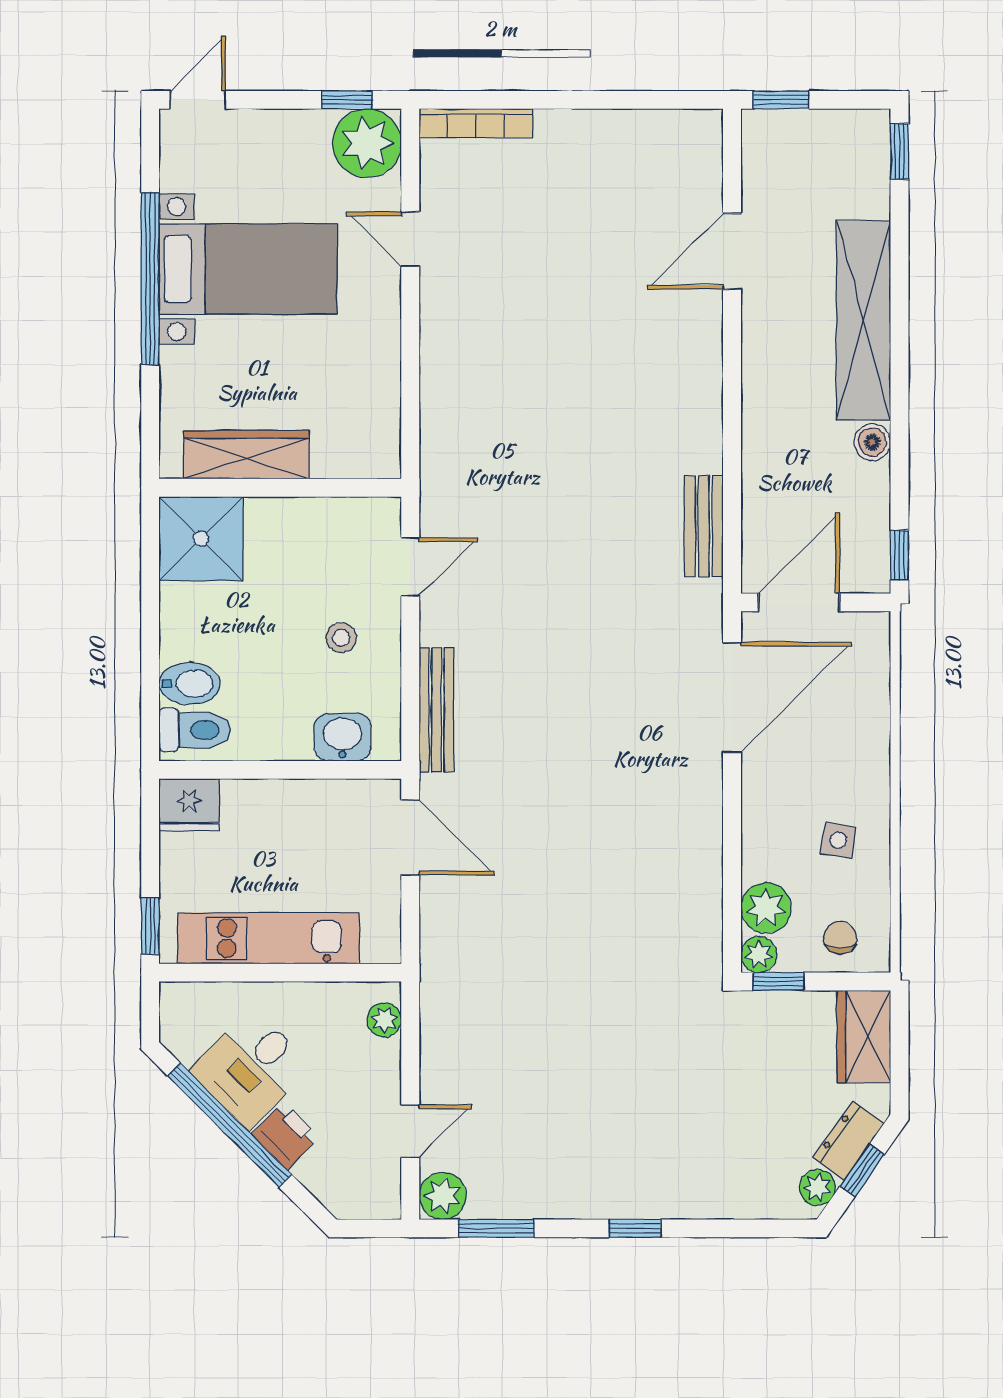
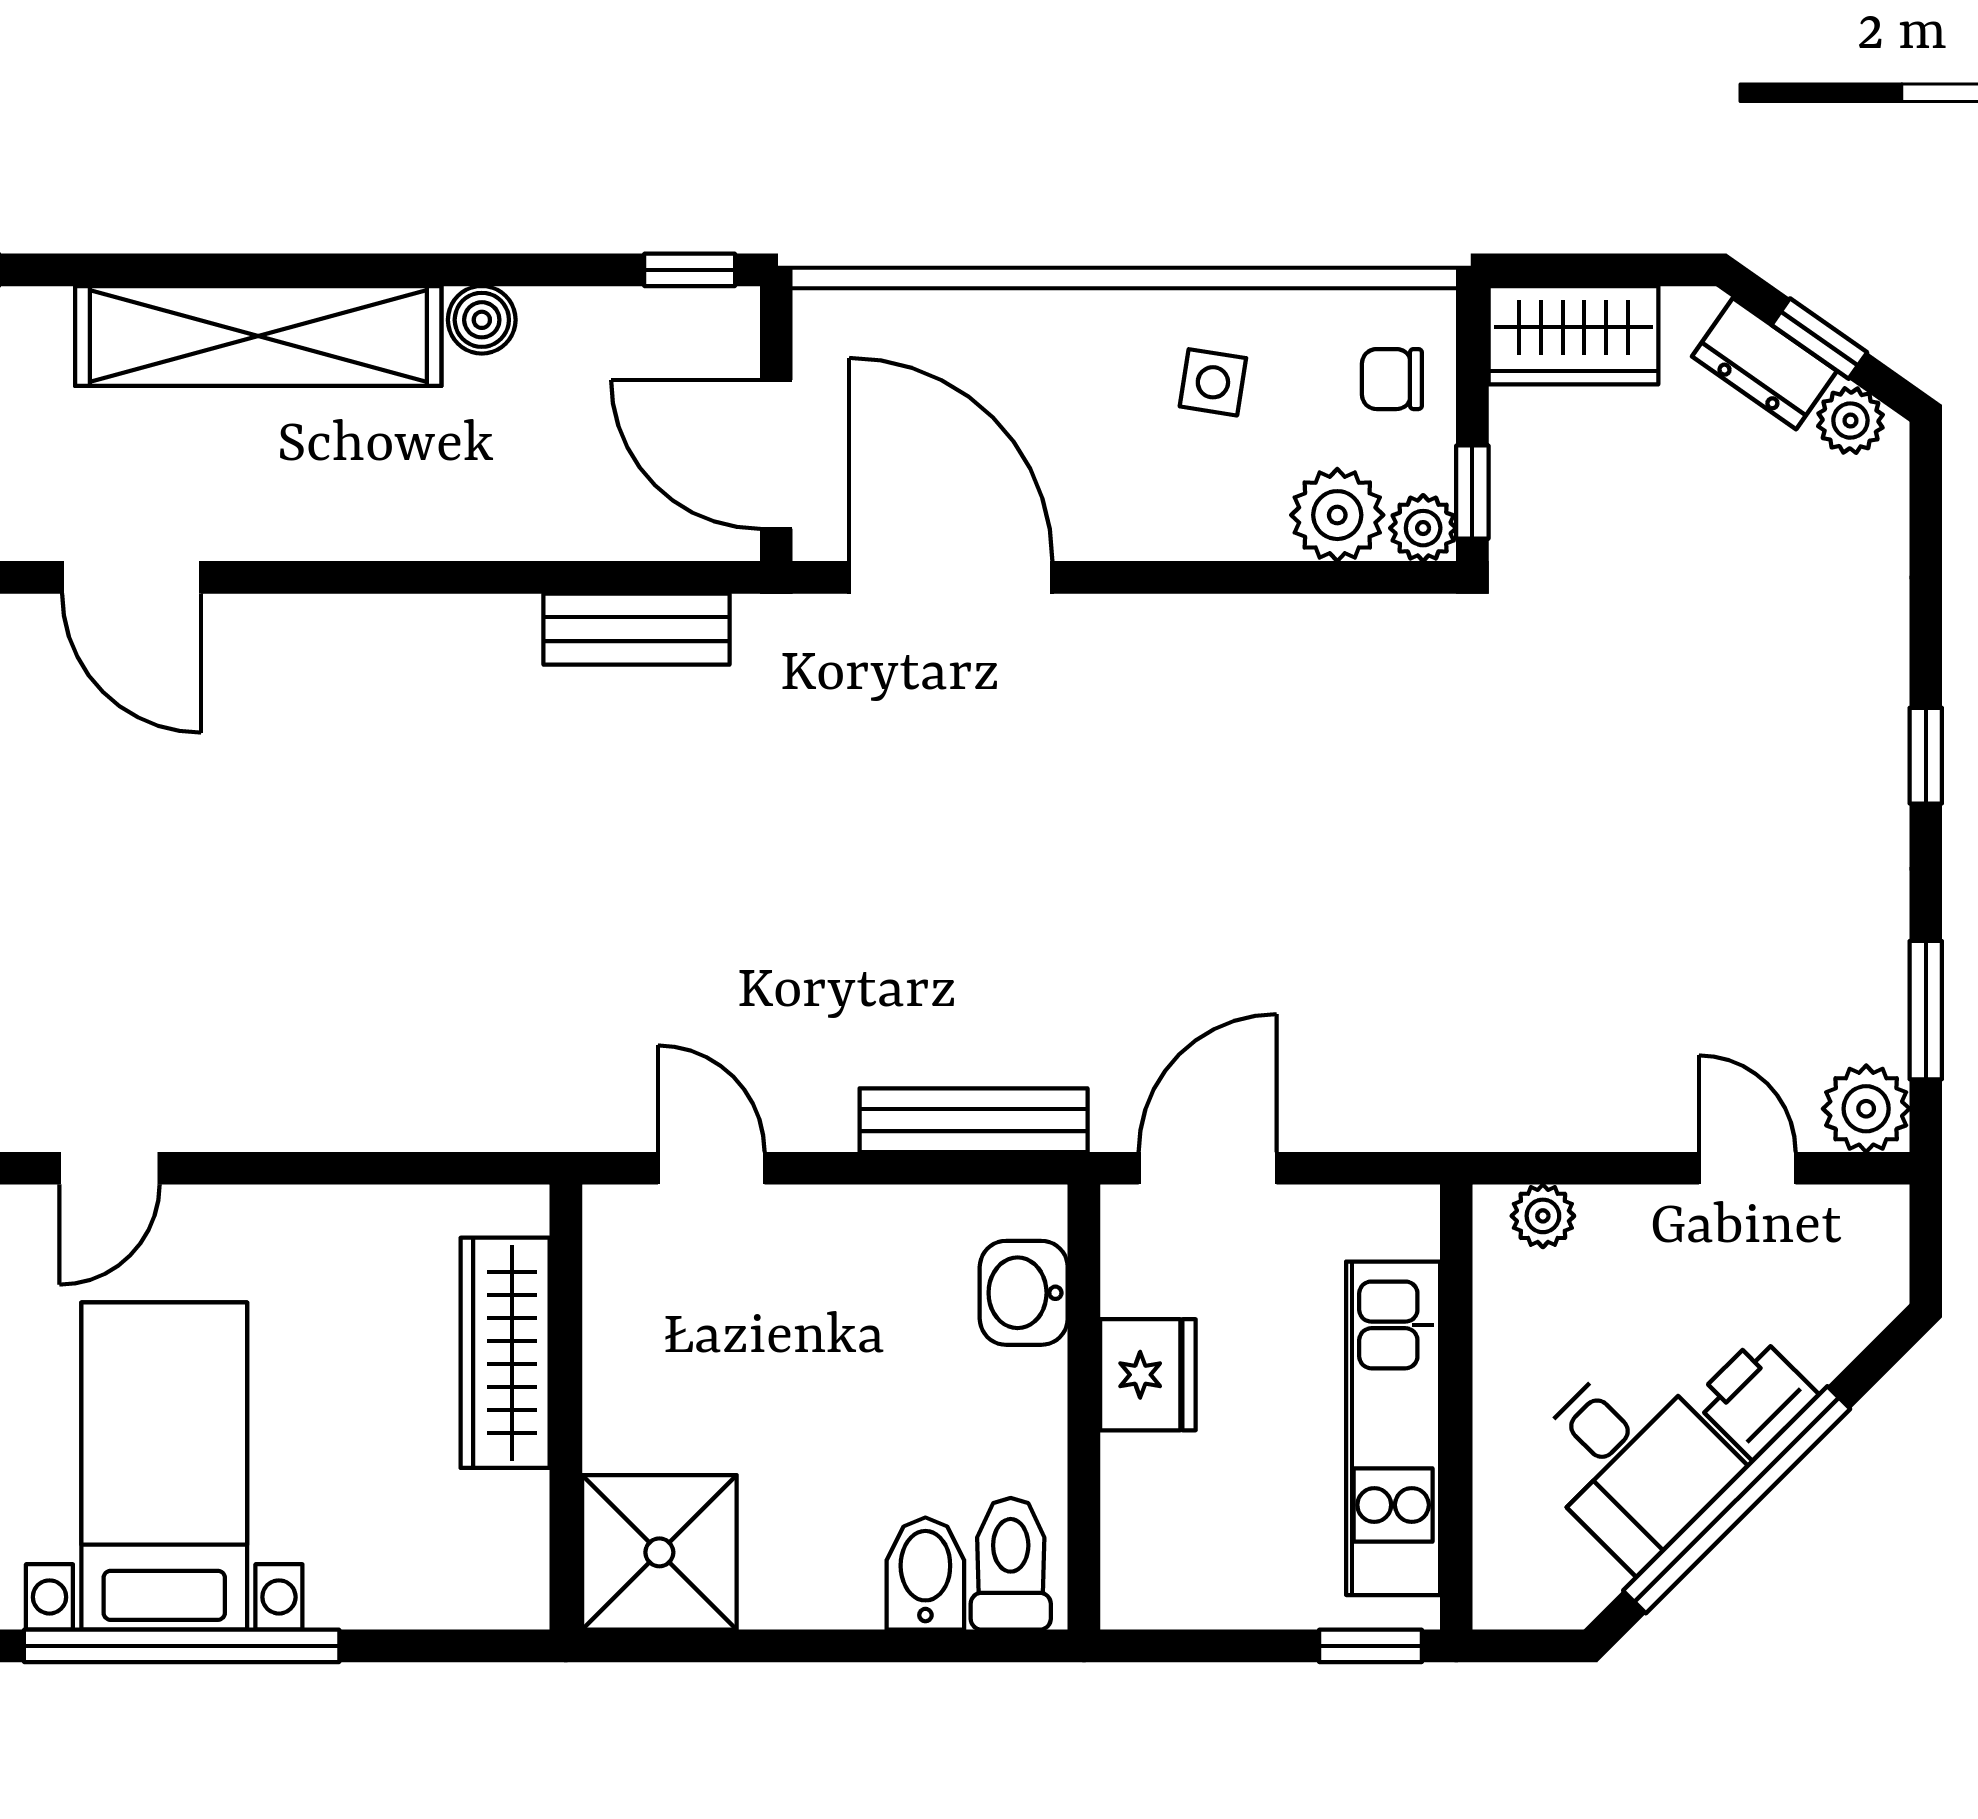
wardrobe: (246, 455) -> (505, 1353), moved
stool: (341, 638) -> (841, 1295), removed
fridge: (189, 805) -> (1148, 1375), moved

